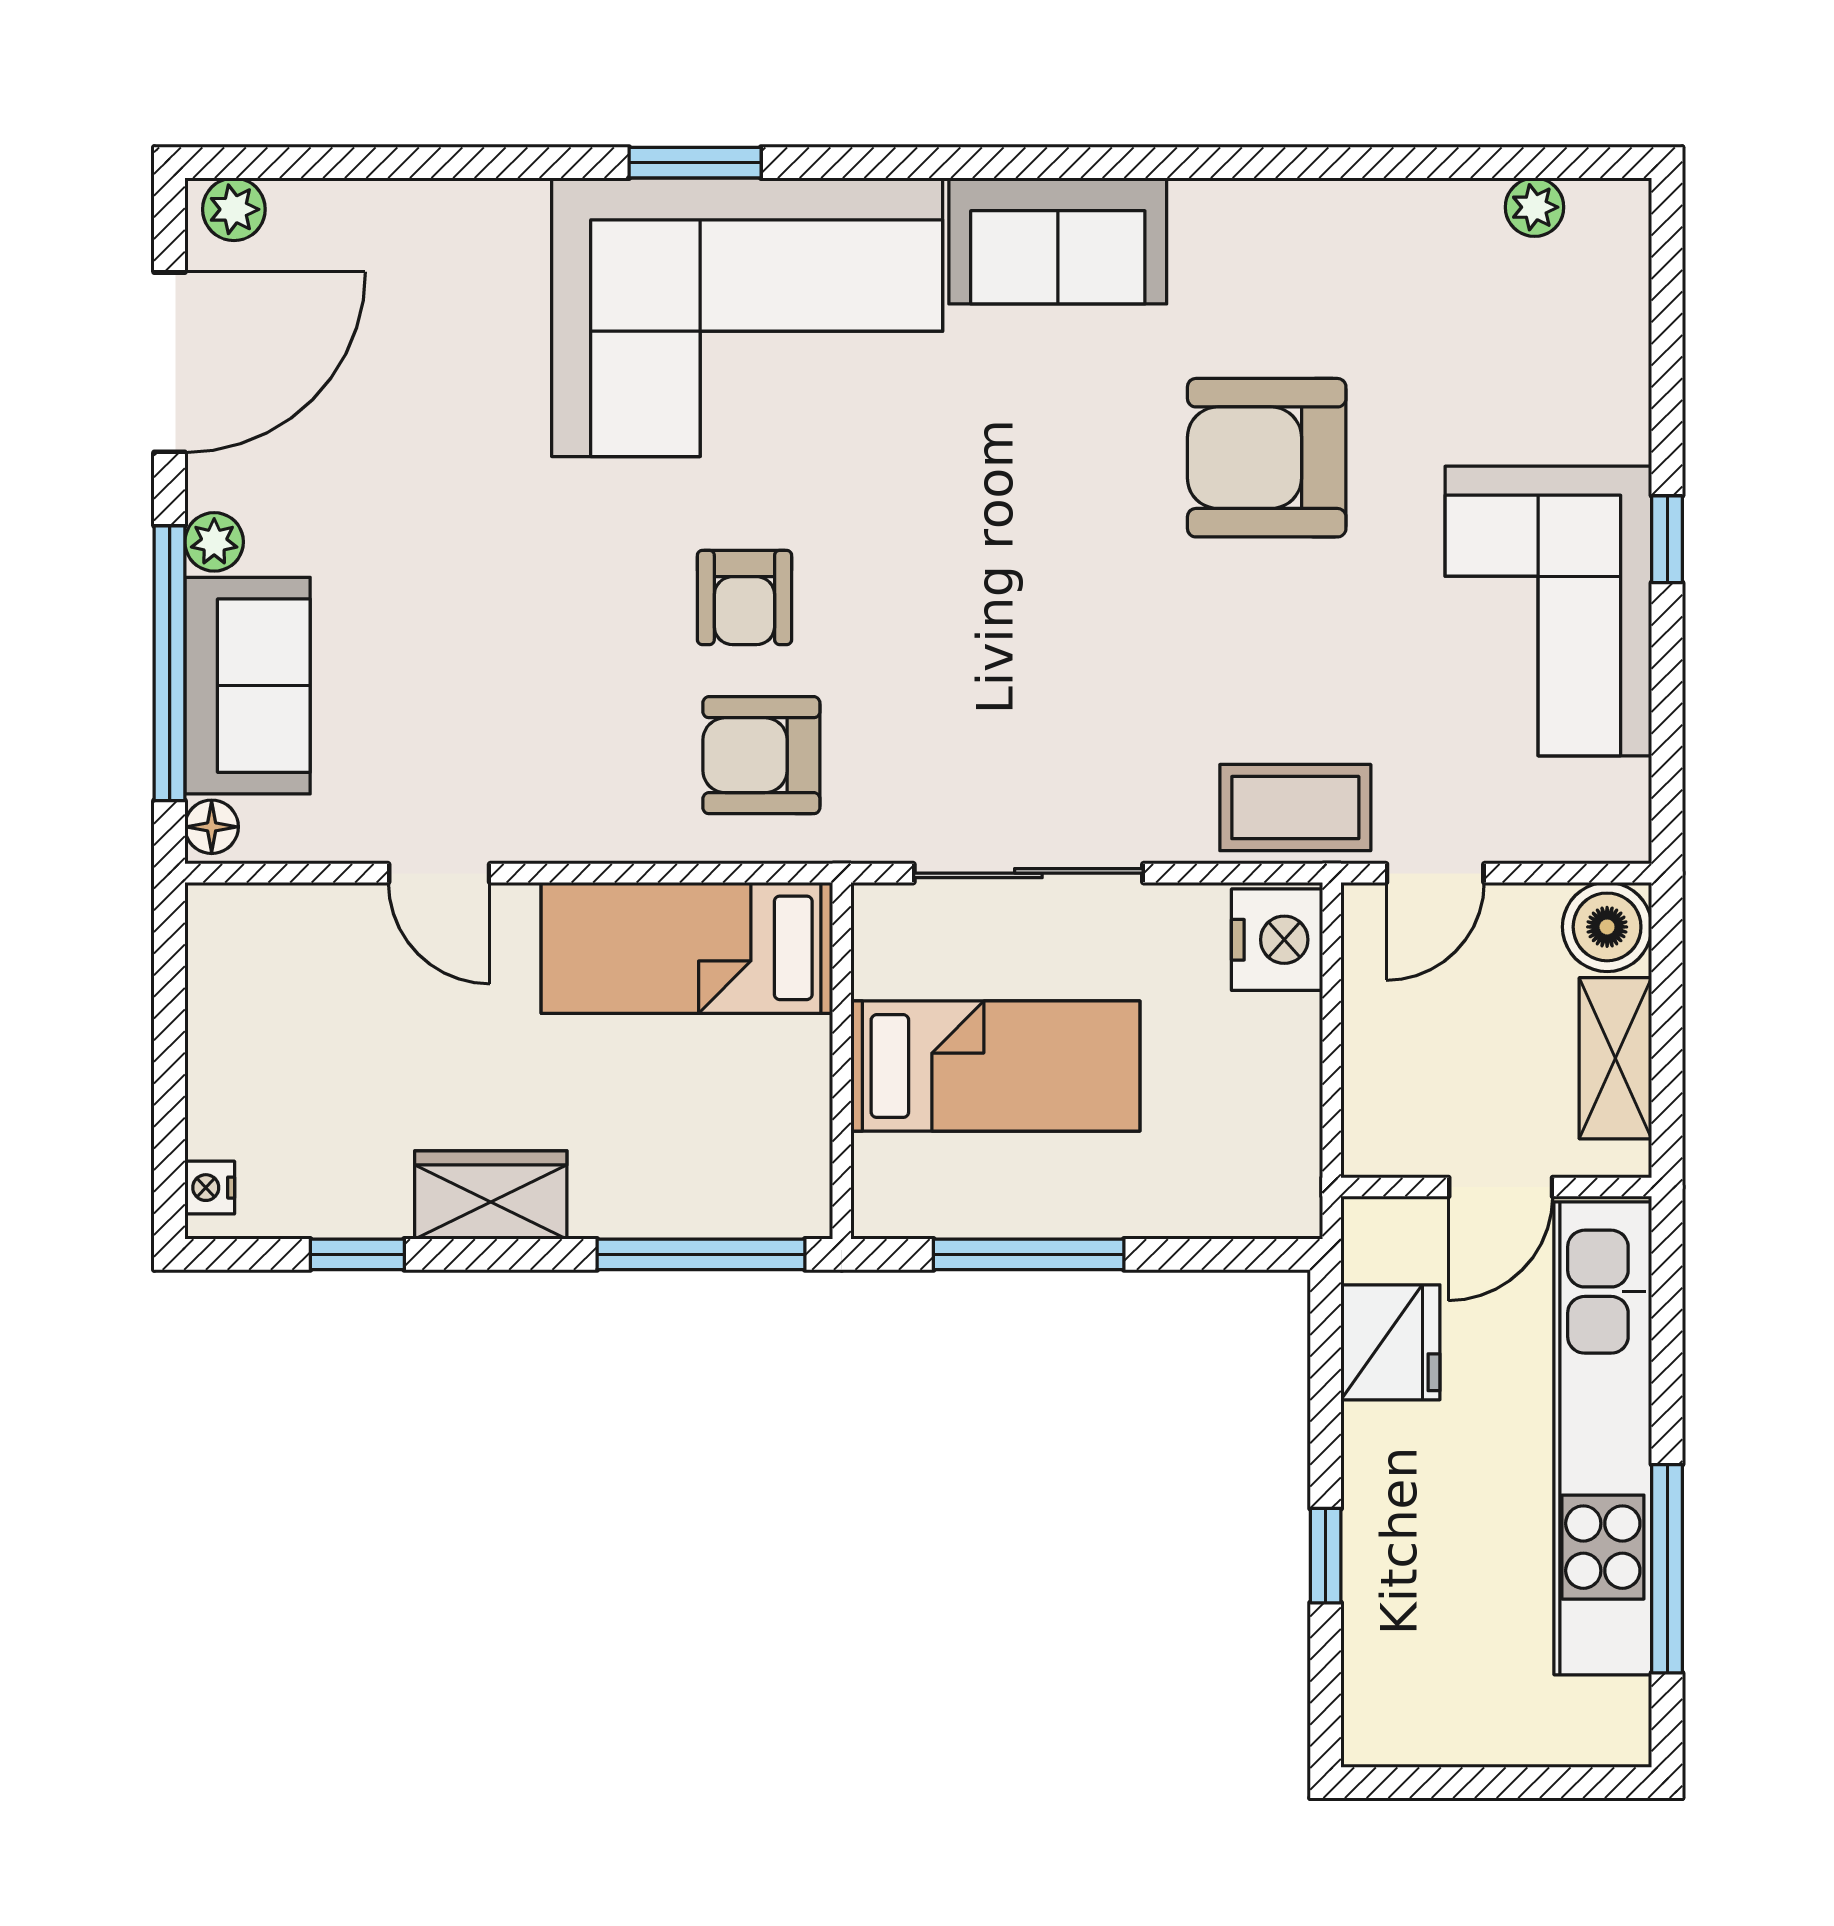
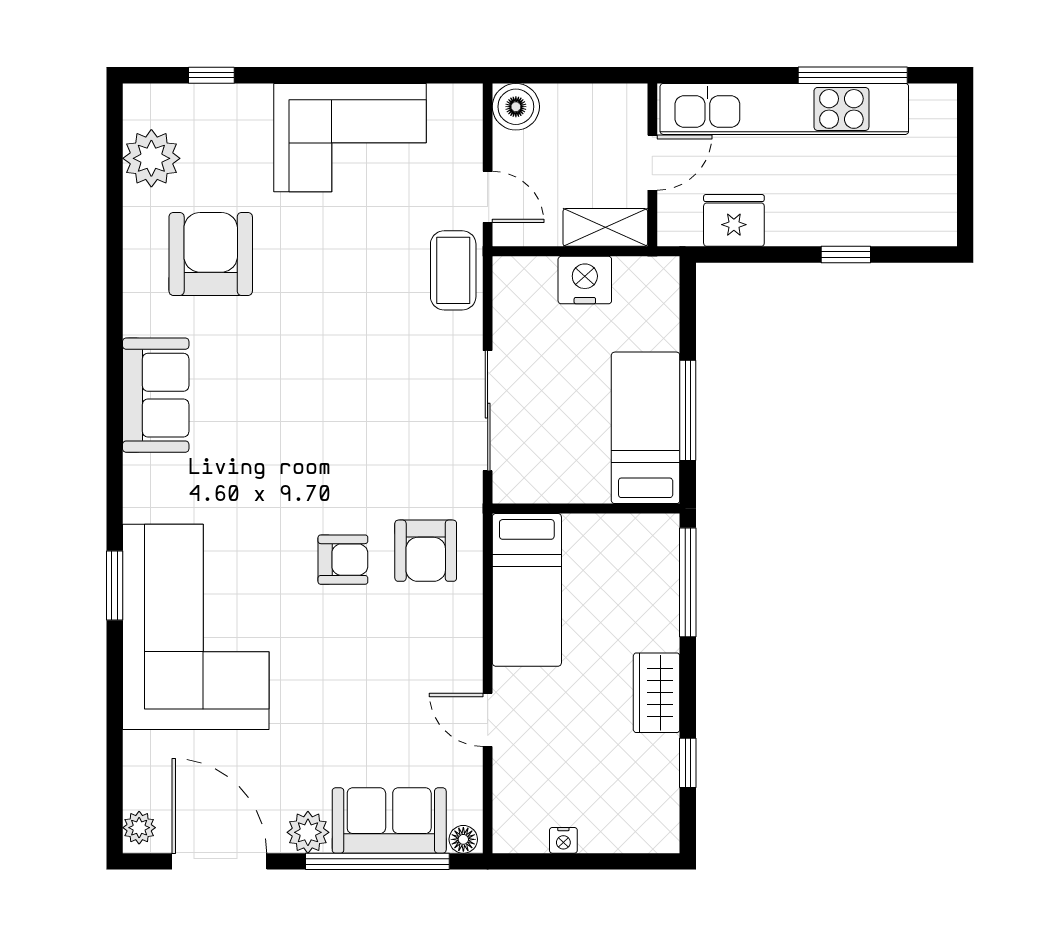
plant: (1535, 207) -> (151, 158), width x1.88, depth x1.88
corner sofa: (747, 317) -> (196, 627), moved
armchair: (1267, 458) -> (211, 254), moved, turned 180
window: (1667, 539) -> (211, 75), moved
plant: (214, 542) -> (308, 832), width x1.38, depth x1.38
door: (439, 873) -> (488, 720), swing flipped
nightstand: (1277, 940) -> (585, 280), moved
shelving: (1615, 1058) -> (605, 227), moved
bed: (995, 1066) -> (646, 428), moved
door: (1501, 1187) -> (652, 163), hinge flipped
nightstand: (210, 1188) -> (563, 840), moved

